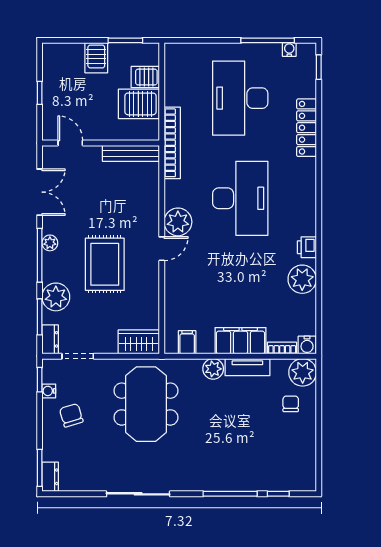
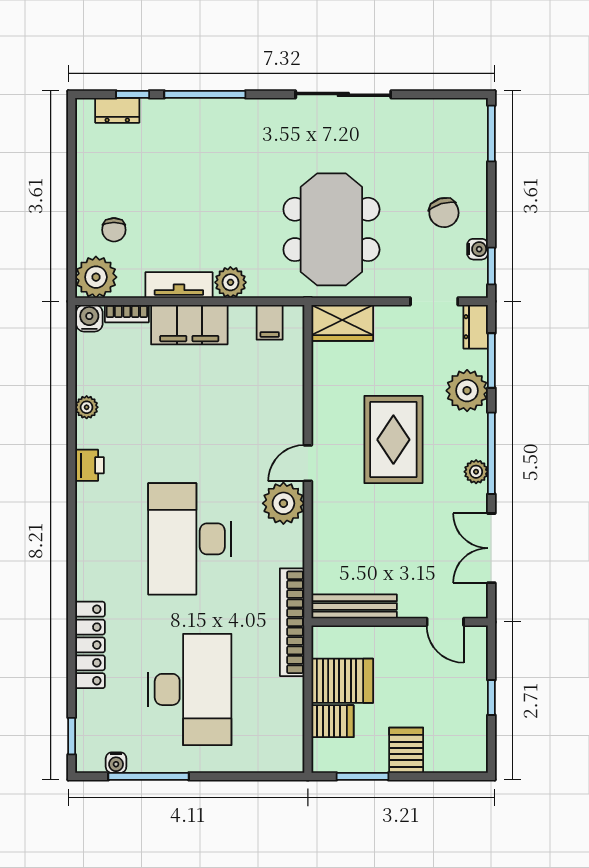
plant: (302, 279) -> (87, 407), width x0.53, depth x0.53
dresser: (50, 477) -> (117, 110), moved, turned -90

